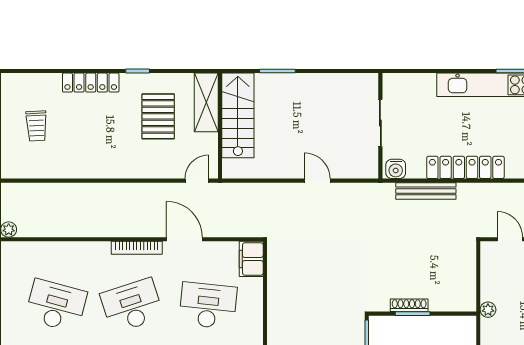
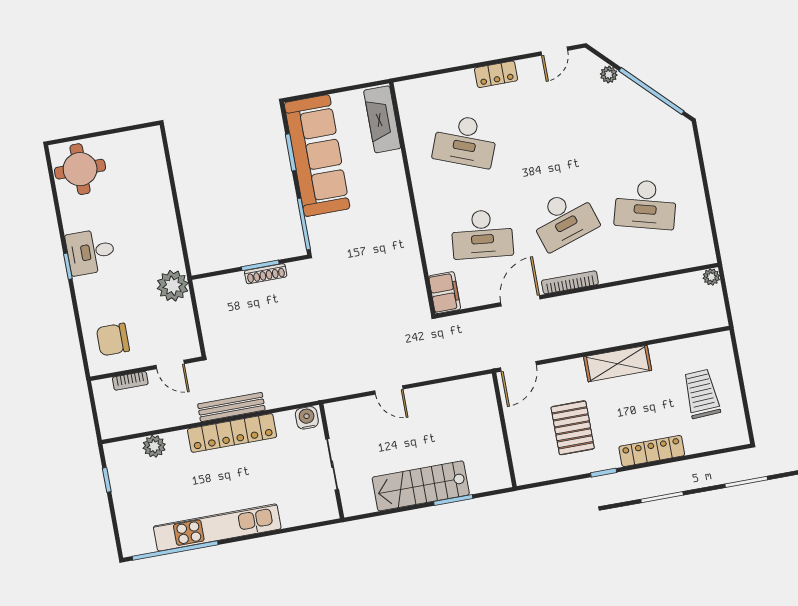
shelving: (206, 102) -> (618, 364), moved, turned 90
stairs: (238, 115) -> (421, 486), moved, turned 90
trolley: (37, 126) -> (702, 394), width x1.36, depth x1.39
door: (197, 181) -> (518, 366), width x1.38
bench: (426, 191) -> (231, 407), moved
door: (184, 239) -> (520, 301), swing flipped
plant: (488, 310) -> (173, 286), width x1.88, depth x1.88

